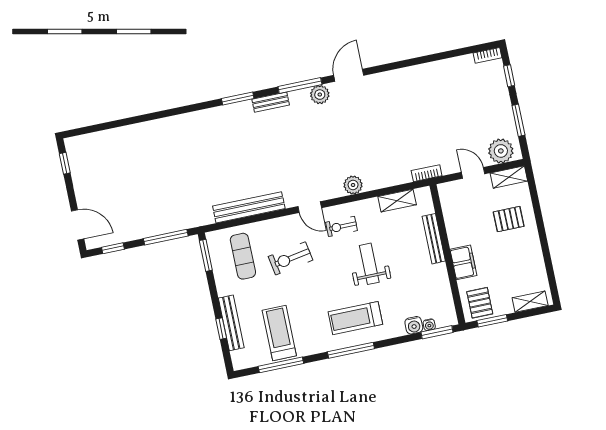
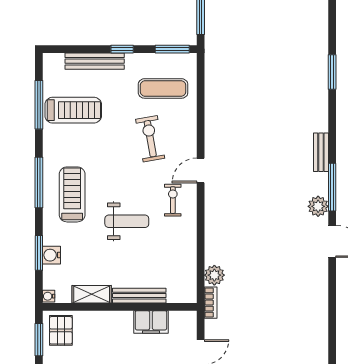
window: (238, 99) -> (332, 72), moved
plant: (353, 185) -> (214, 275), moved
shelving: (397, 201) -> (92, 294), moved, turned 90
bench: (249, 207) -> (214, 106), removed
filing cabinet: (463, 262) -> (151, 322), moved
pallet: (480, 303) -> (61, 330), turned 90
water cooler: (429, 325) -> (49, 296), moved
window: (221, 329) -> (122, 49), moved
window: (437, 332) -> (39, 253), moved

